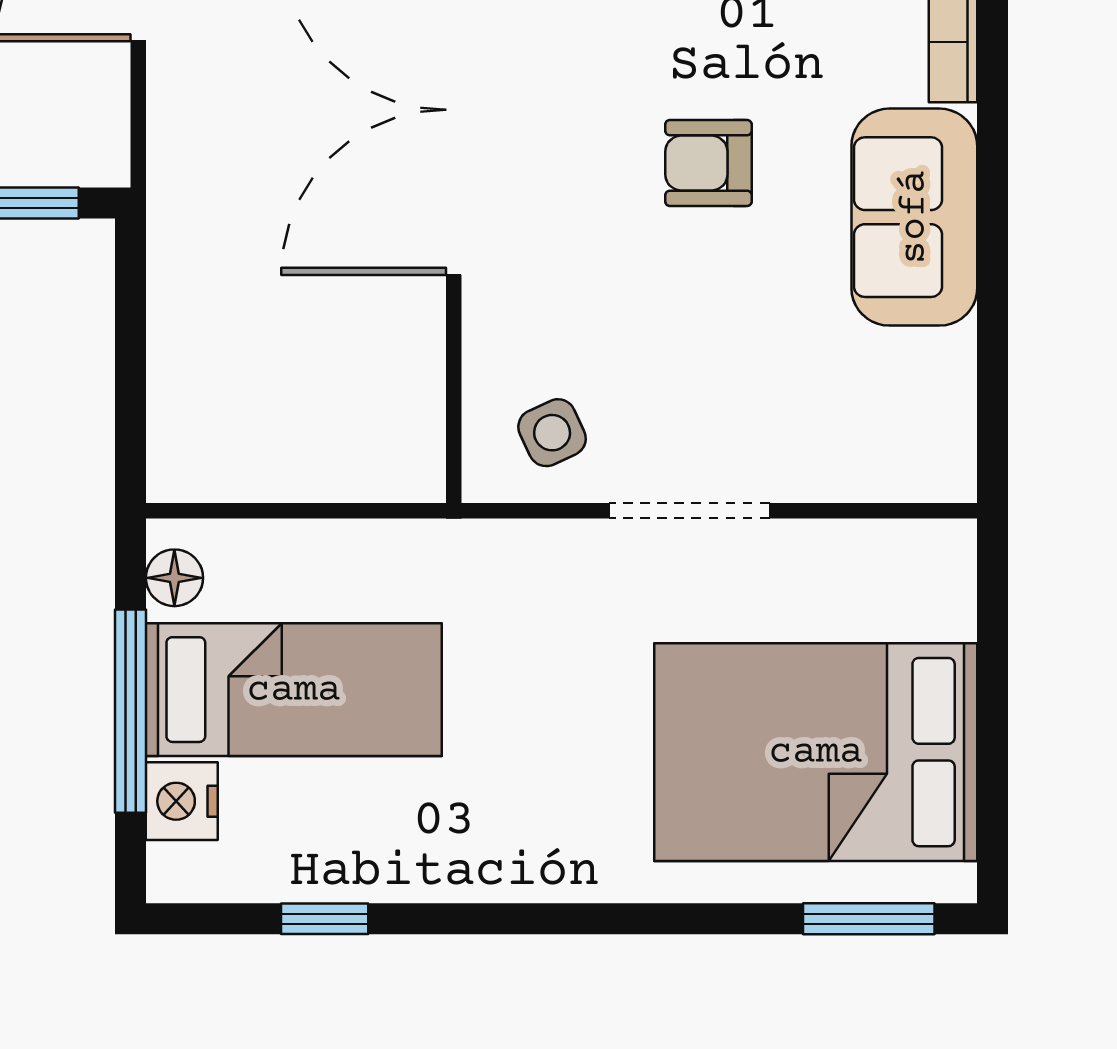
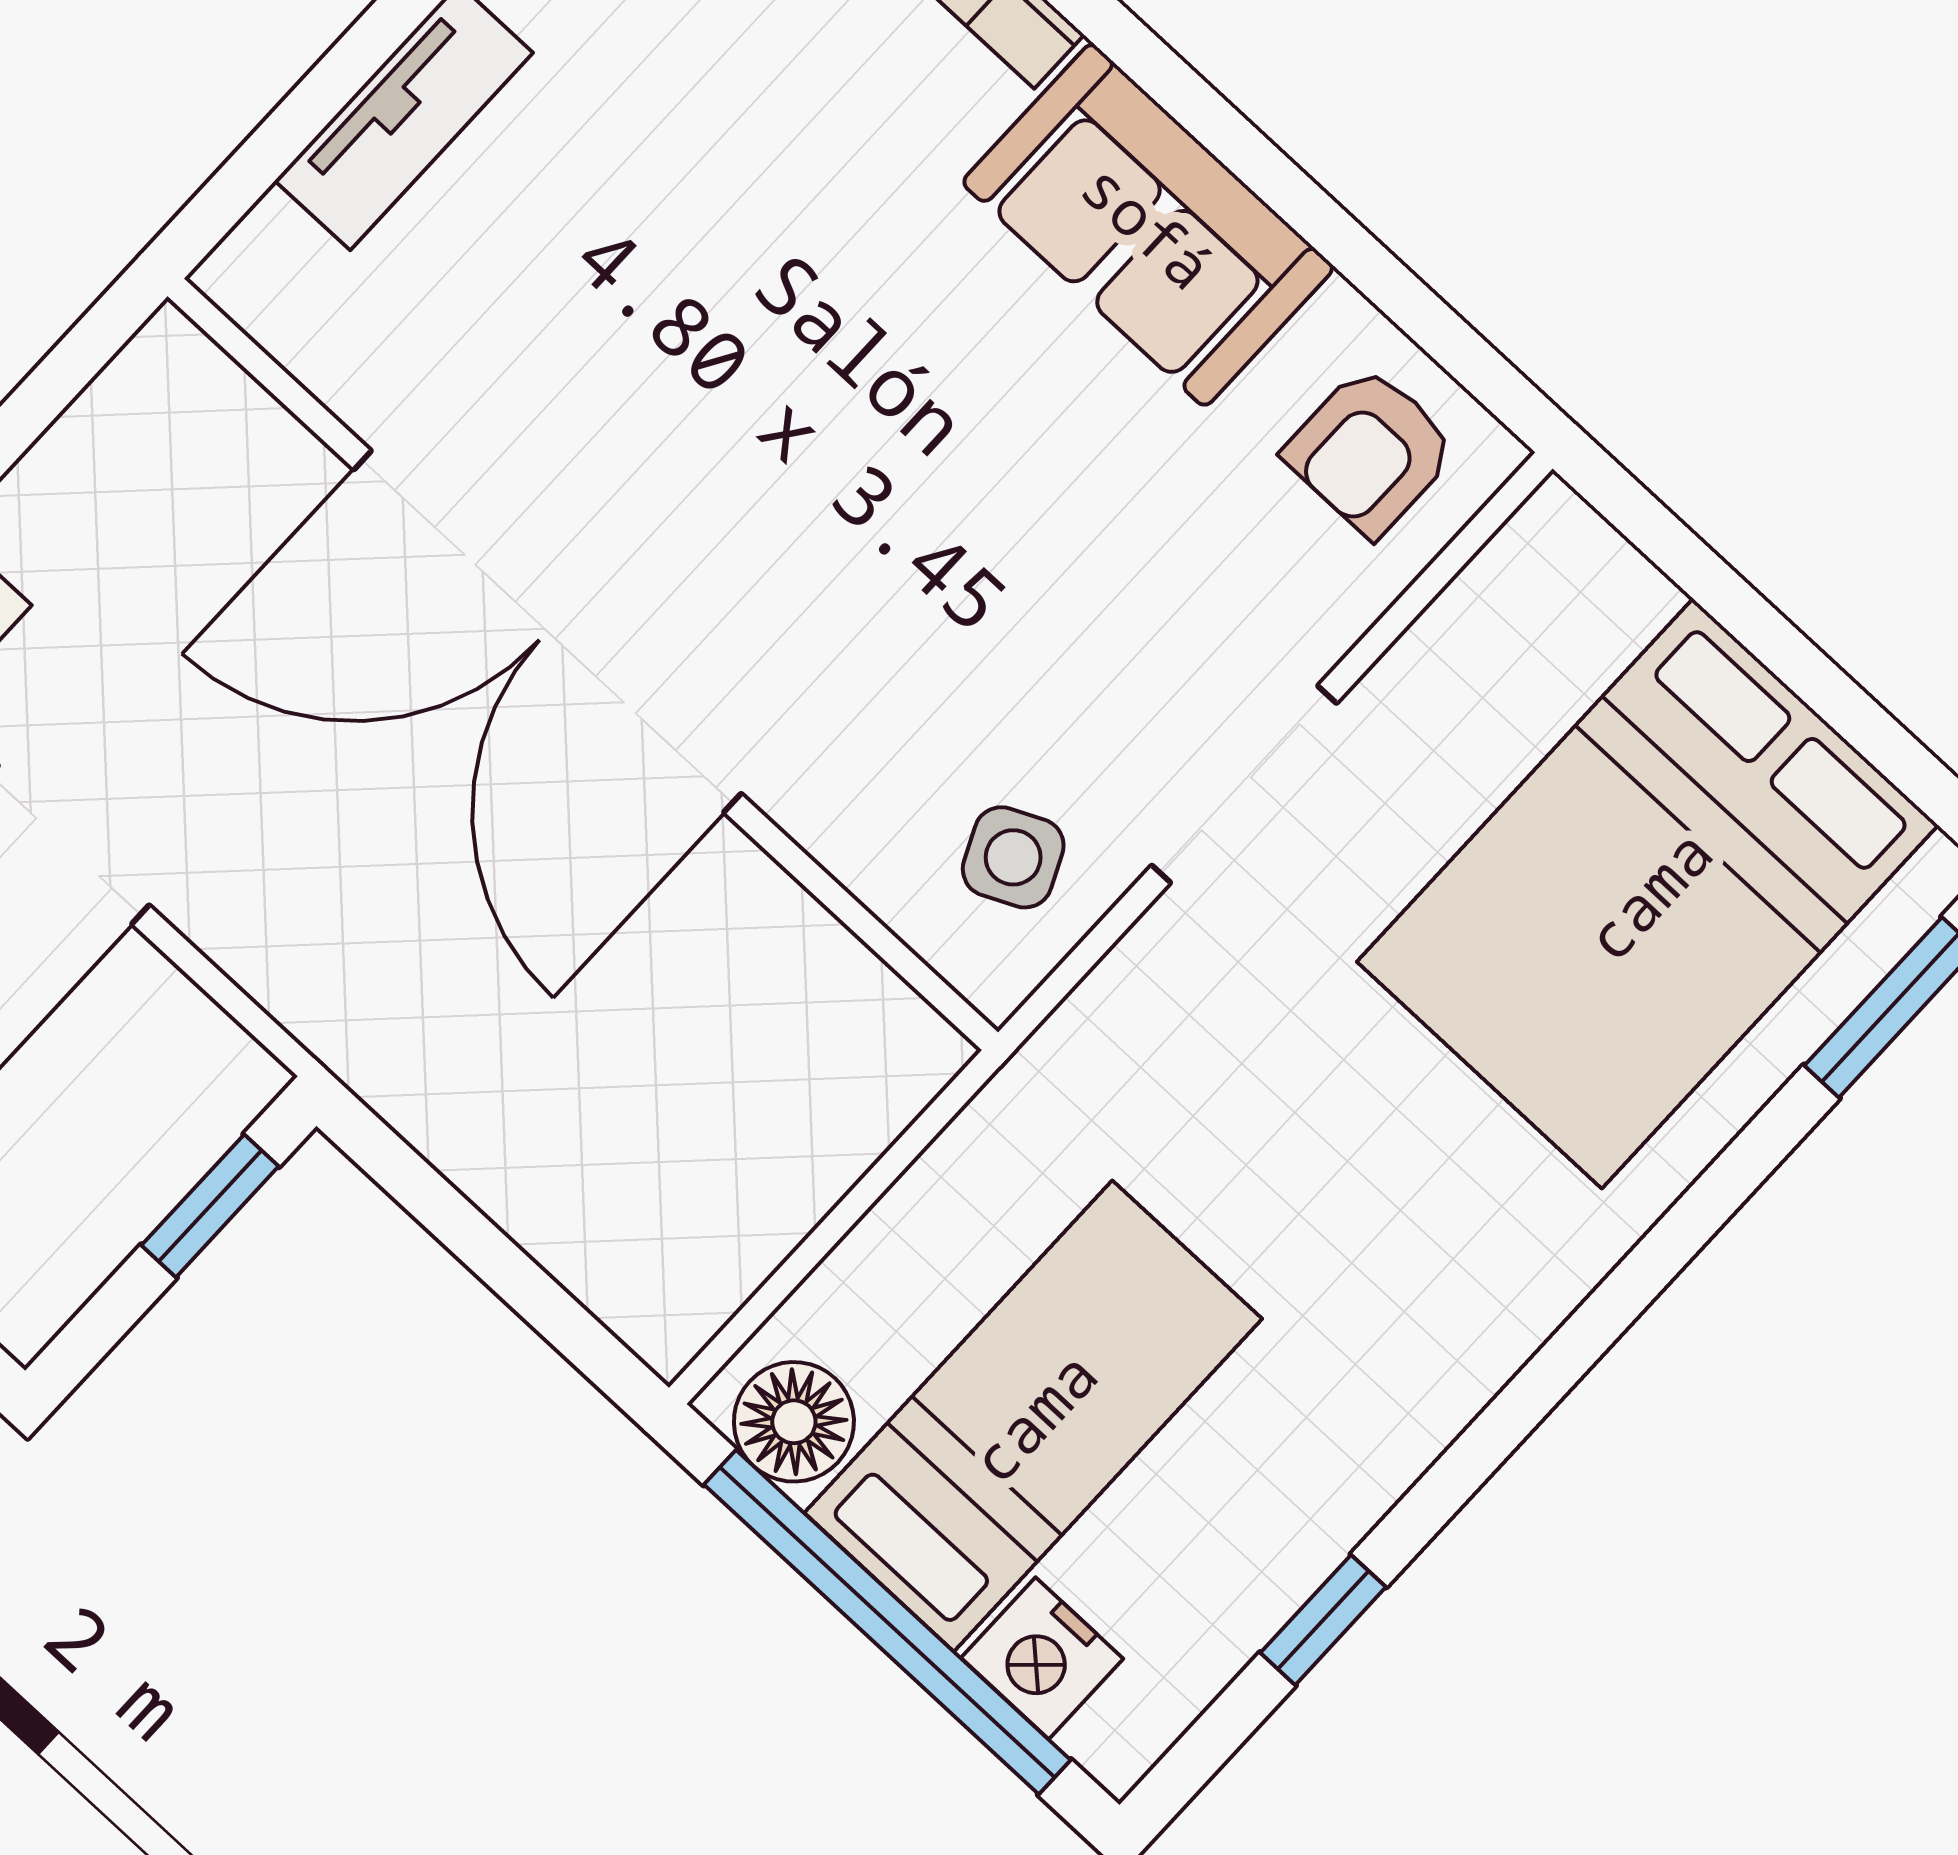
armchair: (708, 163) -> (1370, 451), moved
floor lamp: (174, 578) -> (794, 1422), width x1.37, depth x1.37
window: (131, 711) -> (887, 1622), width x1.46

